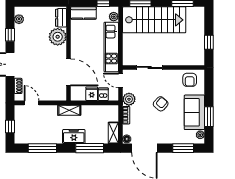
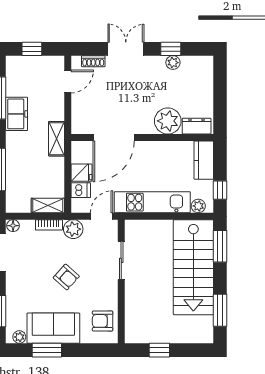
plant: (19, 19) -> (173, 63), moved
shelving: (113, 133) -> (48, 205), moved
freezer: (74, 137) -> (17, 114), moved

